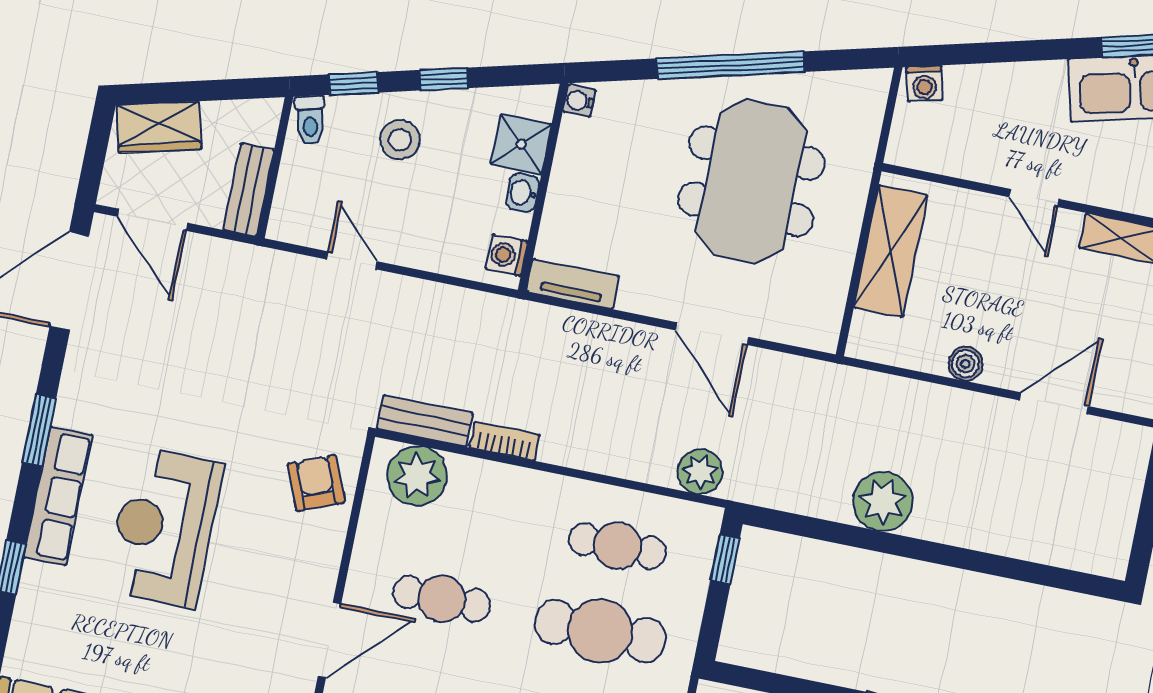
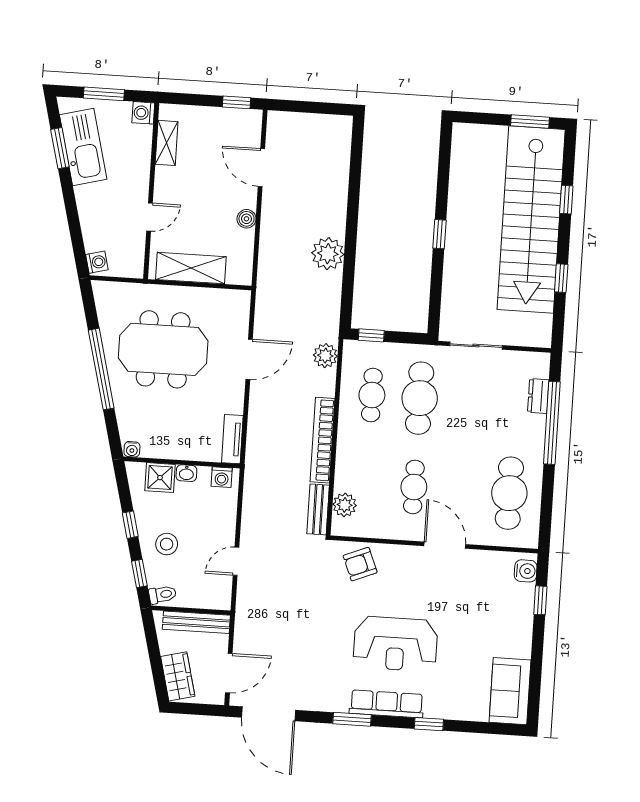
bench: (249, 190) -> (196, 622), width x1.36
door: (1034, 198) -> (150, 217), moved
bookcase: (505, 441) -> (322, 440), width x2.31, depth x1.31
plant: (417, 476) -> (345, 505), width x0.73, depth x0.73

